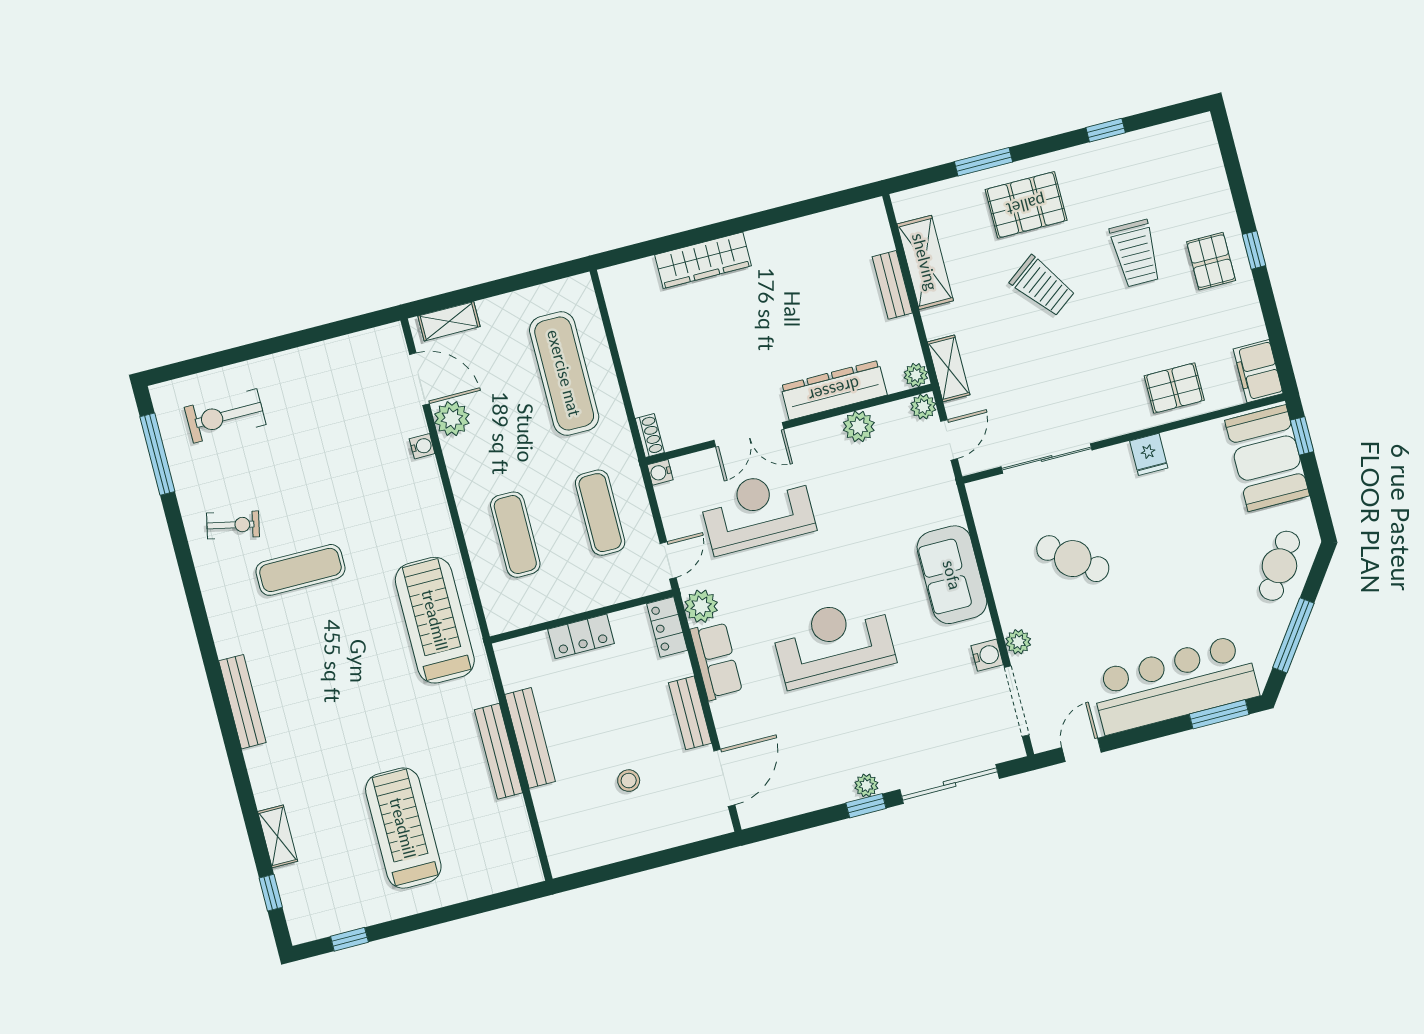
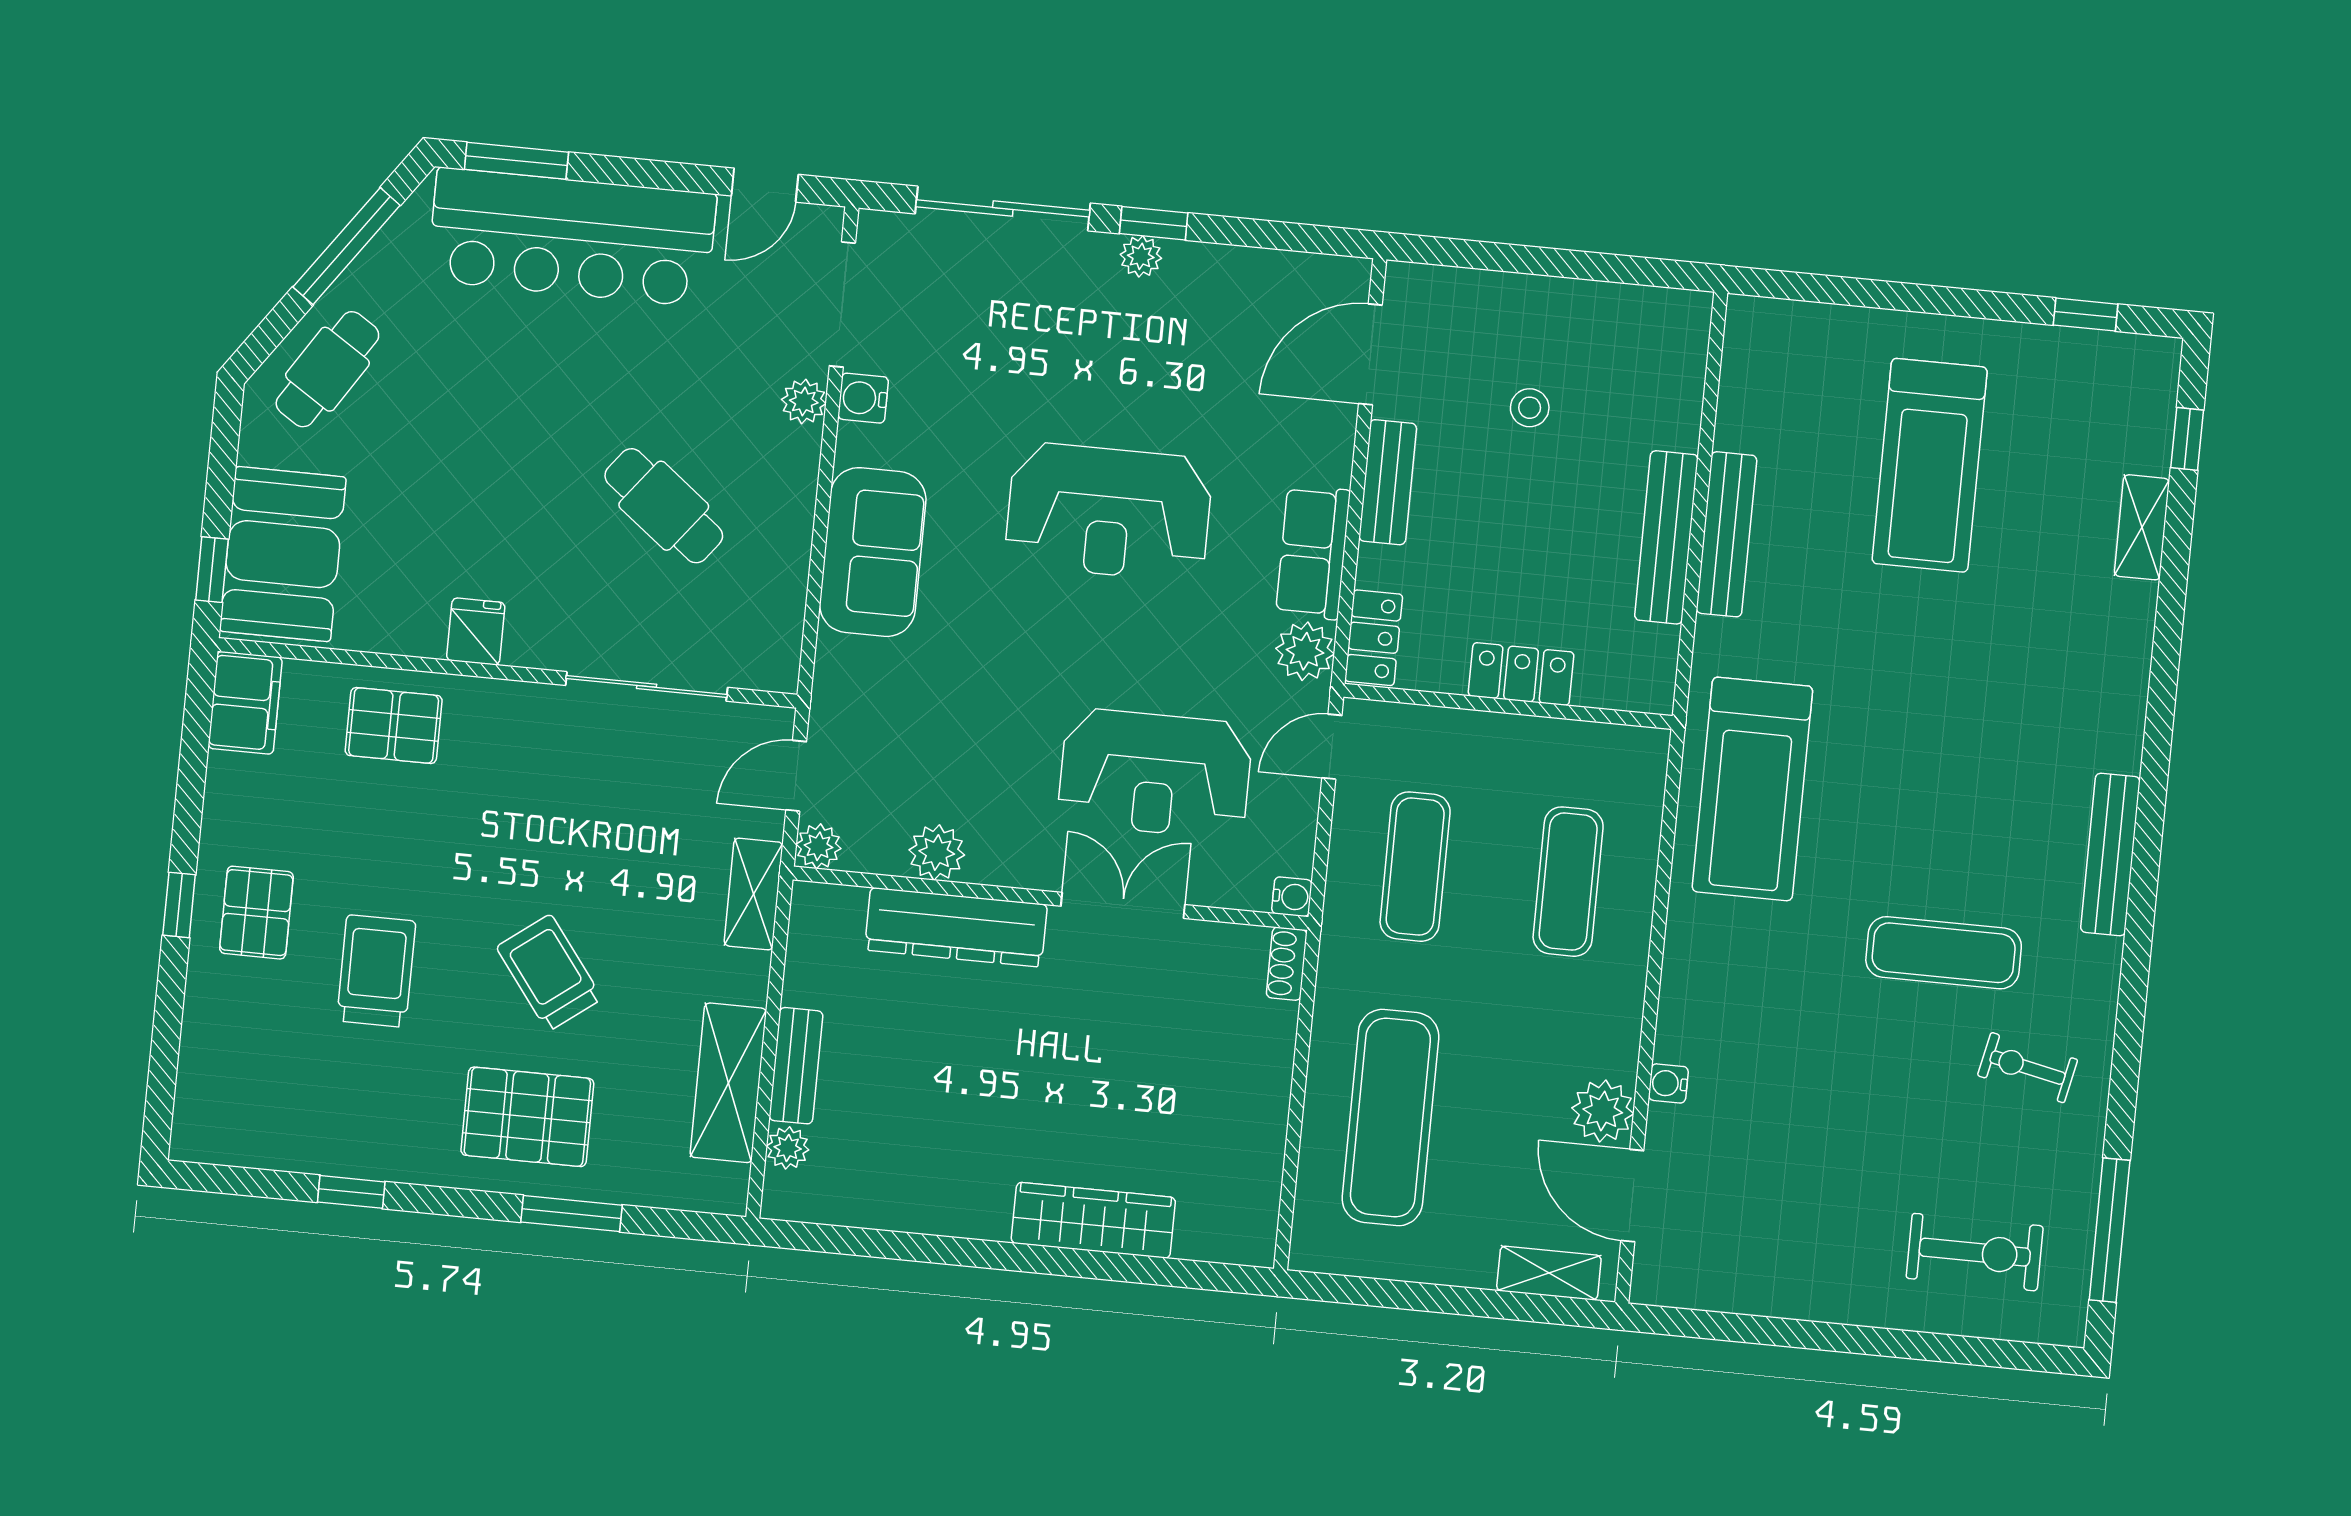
plant: (916, 375) -> (788, 1148), moved
bench: (242, 702) -> (2110, 855), moved

